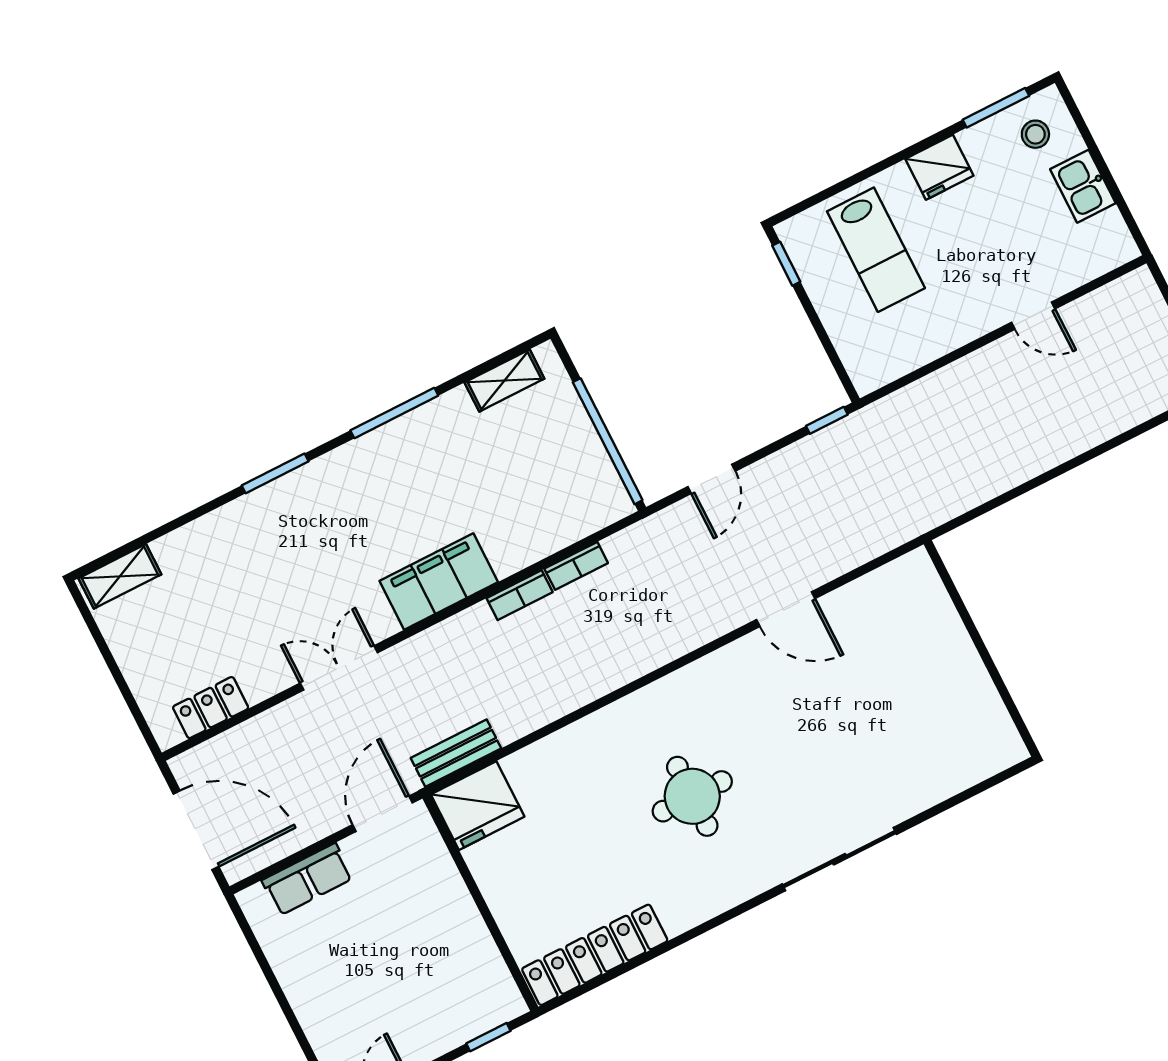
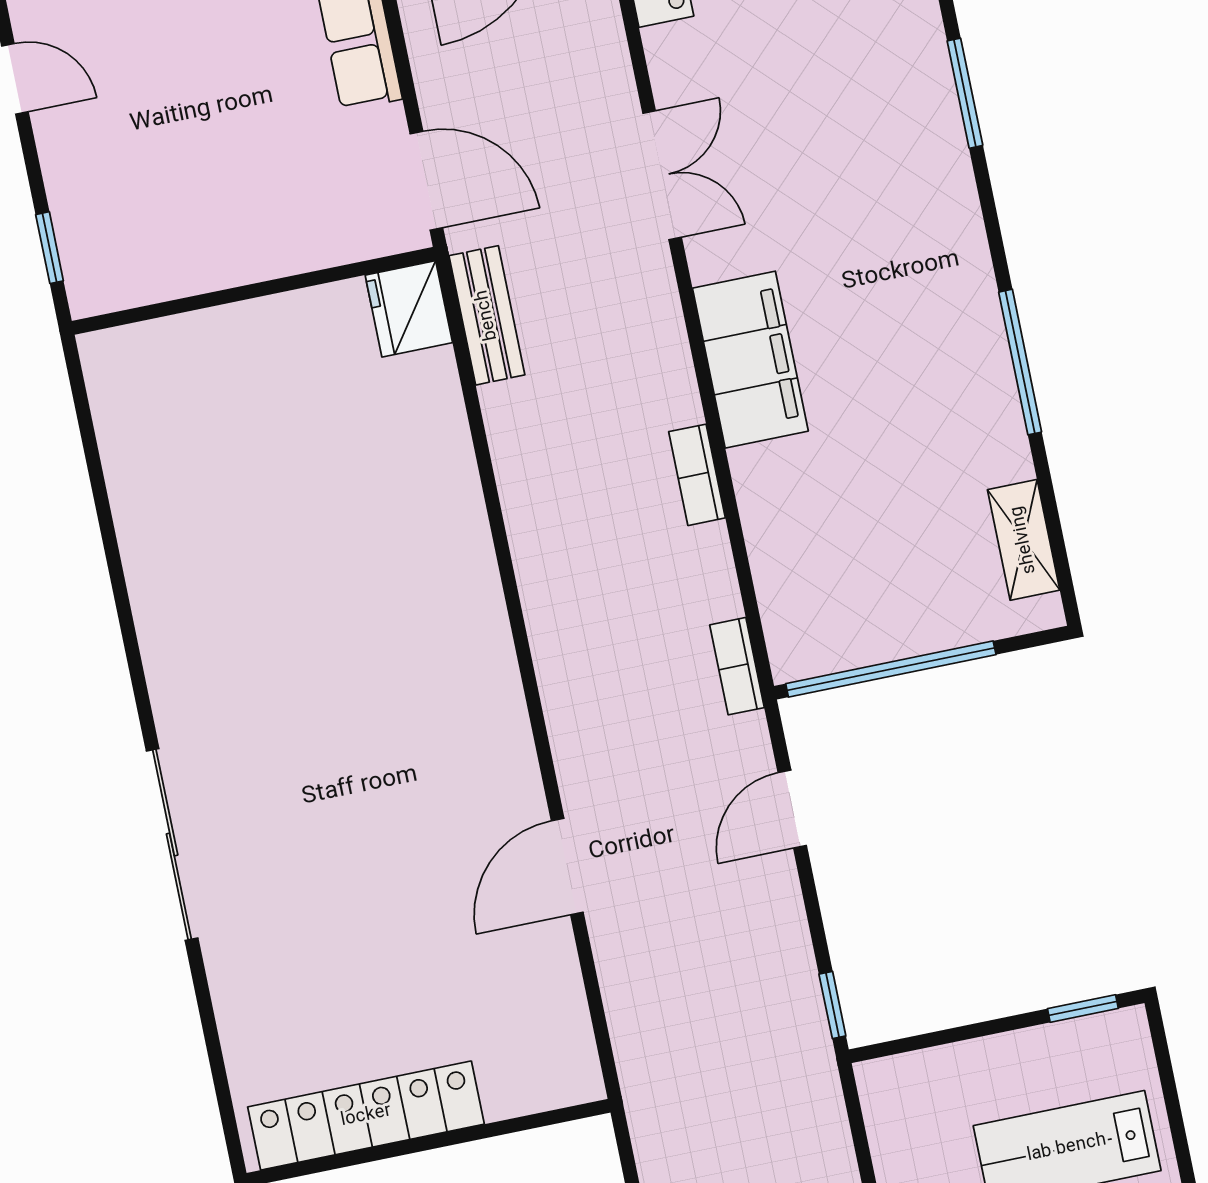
window: (275, 473) -> (965, 93), moved
door: (712, 479) -> (792, 809), hinge flipped
bookcase: (576, 566) -> (737, 666), moved
round table: (692, 796) -> (326, 650), removed
fridge: (478, 806) -> (409, 309), width x0.73, depth x0.75
locker: (595, 955) -> (366, 1116), moved, turned -90

